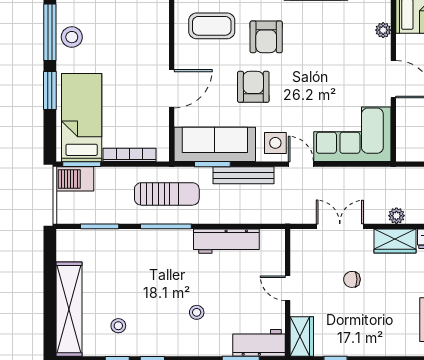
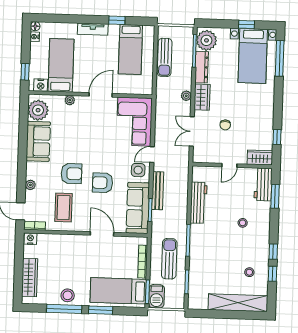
sun lounger: (167, 194) -> (169, 259), moved

